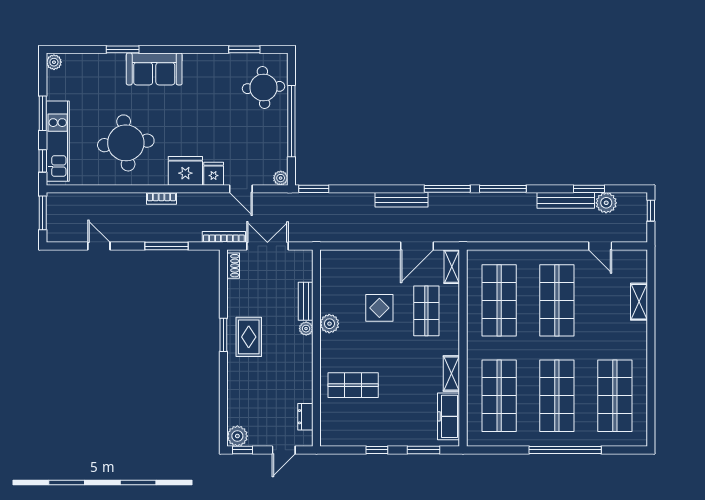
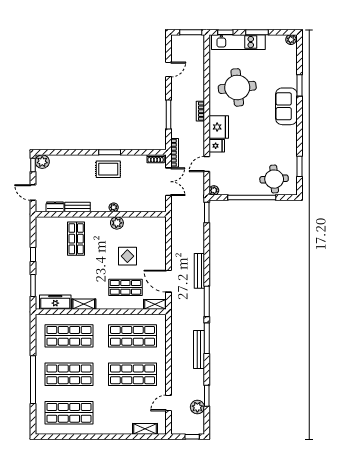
bench: (566, 200) -> (199, 350), moved
bench: (306, 301) -> (78, 207), moved
shelving: (639, 302) -> (145, 429), moved

